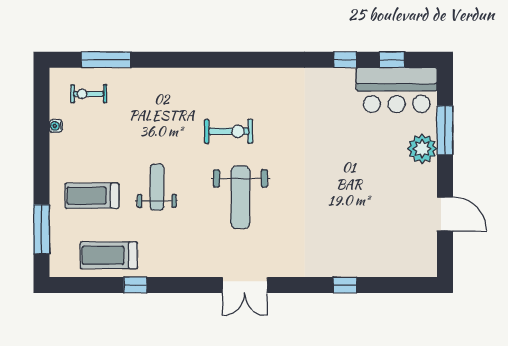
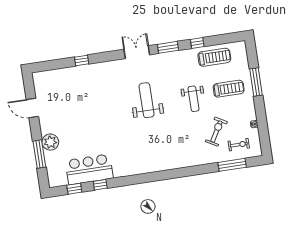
bar counter: (397, 90) -> (89, 169), moved
exercise bike: (229, 131) -> (216, 132), moved, turned 120
window: (42, 229) -> (256, 82), moved
window: (188, 285) -> (168, 47), added

